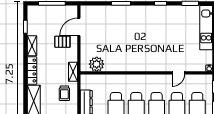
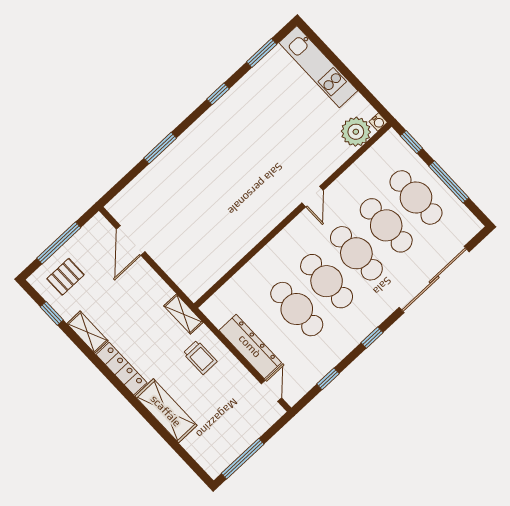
pallet: (62, 42) -> (65, 277), moved
plant: (97, 64) -> (356, 132), moved
door: (178, 73) -> (313, 197), moved

